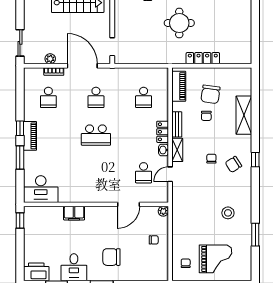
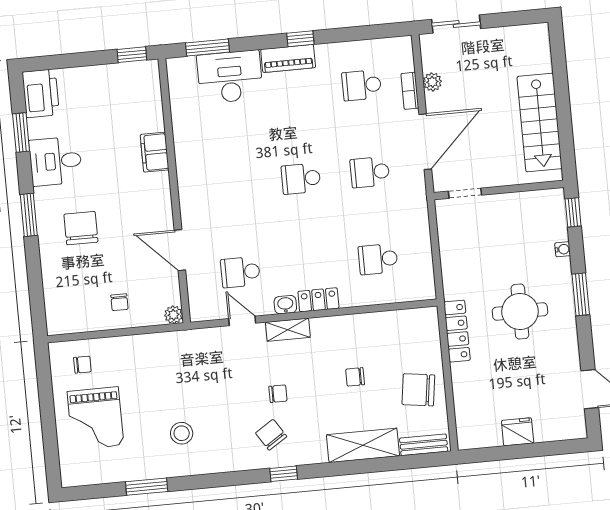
fridge: (244, 30) -> (518, 432), added
locker: (203, 58) -> (457, 331), moved
piano: (179, 86) -> (404, 321), removed
chair: (210, 94) -> (418, 390), moved
bench: (177, 124) -> (424, 445), moved
school desk: (96, 135) -> (301, 179), width x0.54
window: (20, 158) -> (207, 48), moved
desk: (41, 189) -> (230, 77), moved, turned 90

